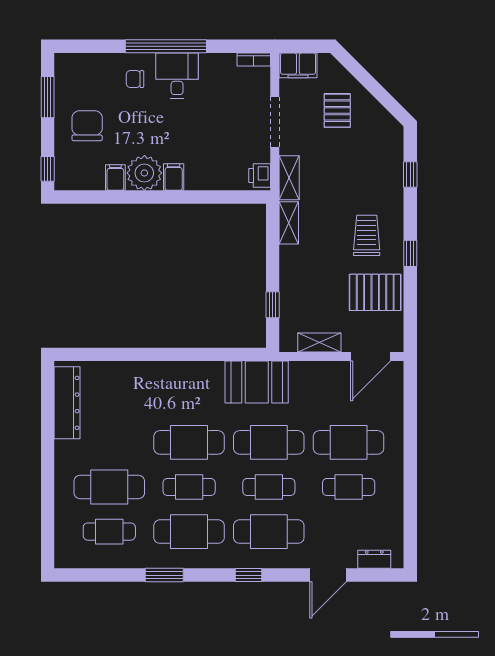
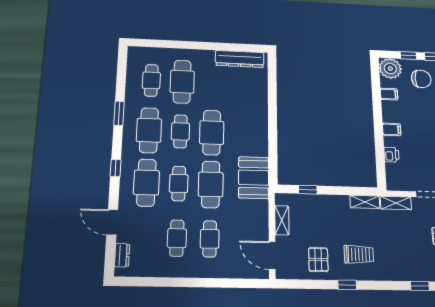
window: (48, 169) -> (408, 56), moved
plant: (144, 173) -> (390, 69), moved
printer: (260, 175) -> (391, 155), moved, turned 90
window: (410, 175) -> (420, 286), moved
pallet: (375, 292) -> (318, 260), width x0.67, depth x0.71
cafe table: (349, 442) -> (210, 239), width x0.73, depth x0.74

